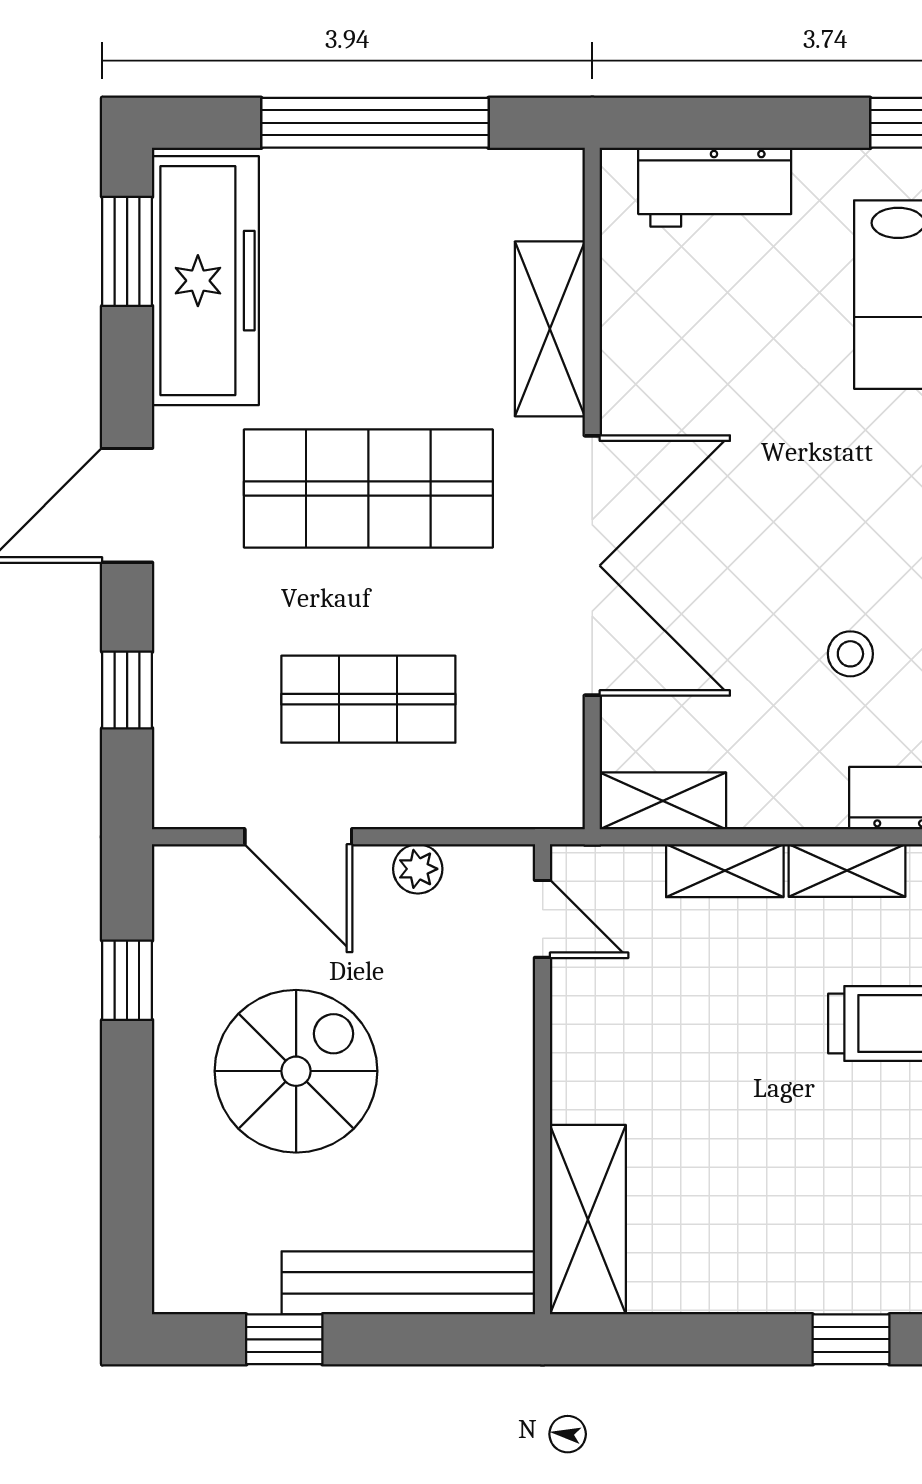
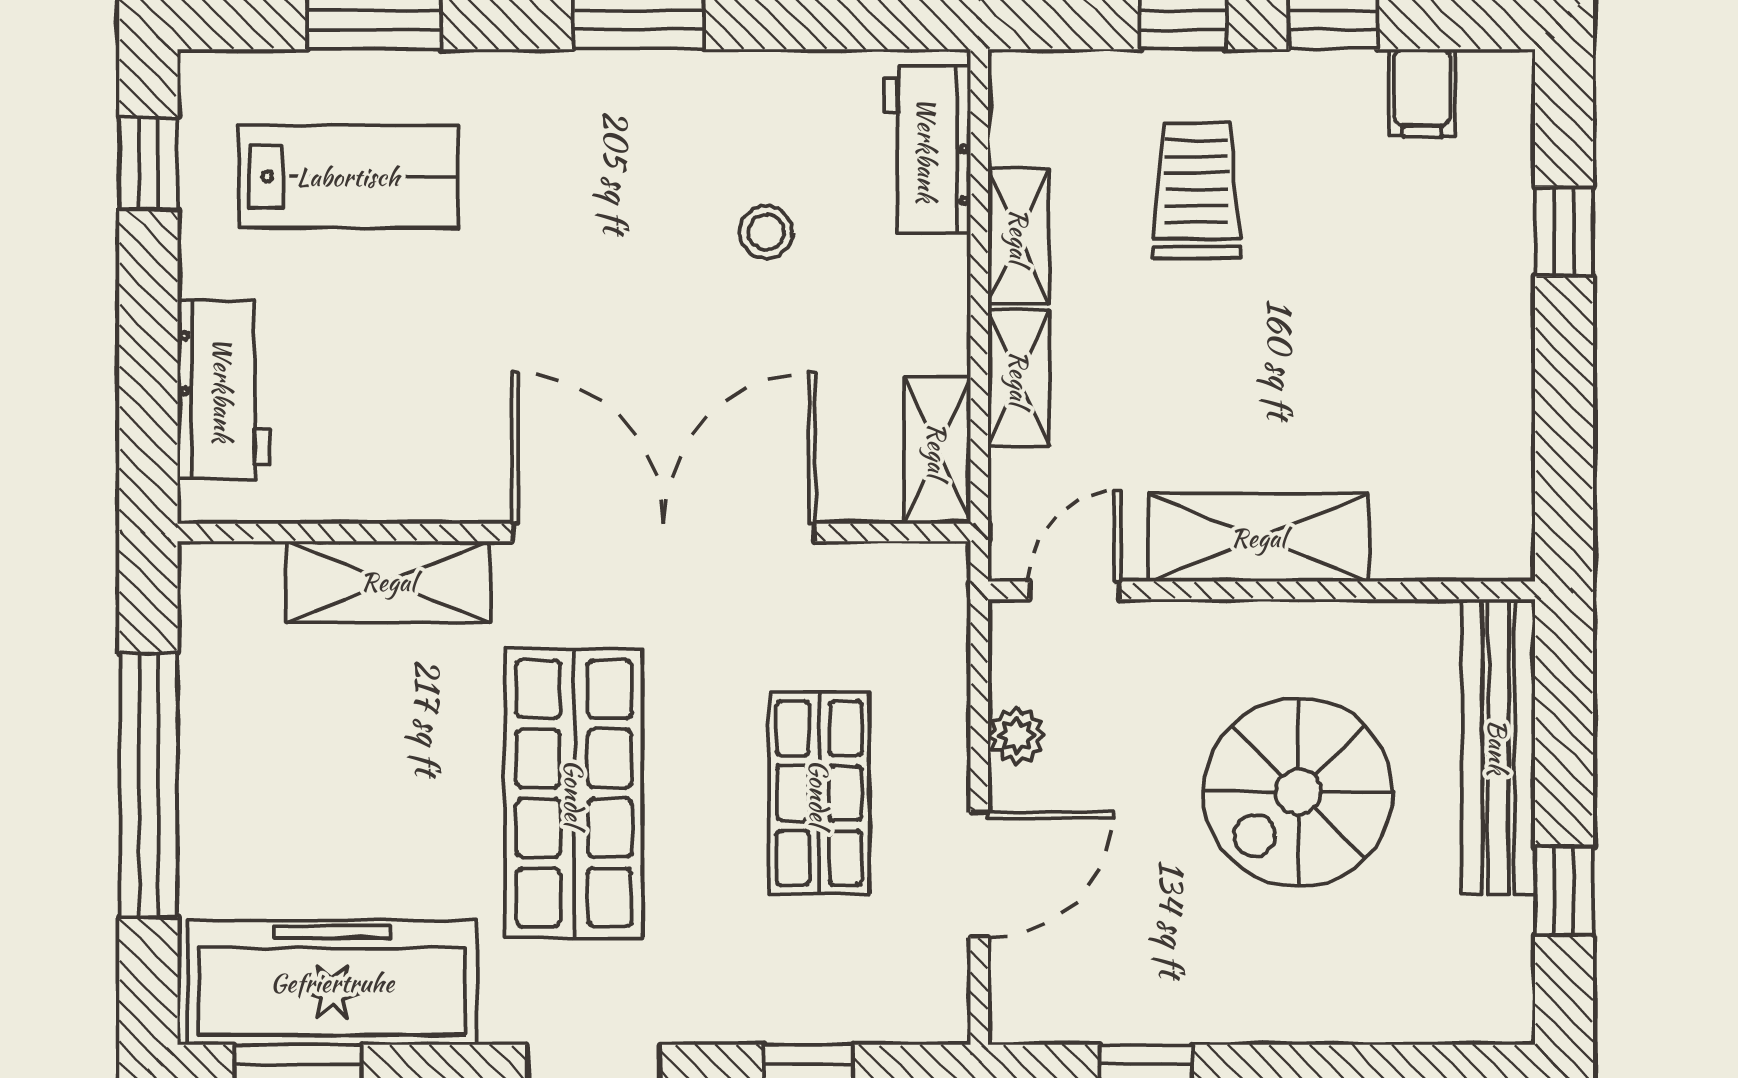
spiral stairs: (296, 1071) -> (1298, 792), moved, turned -90
shelving: (588, 1220) -> (1258, 538), moved

